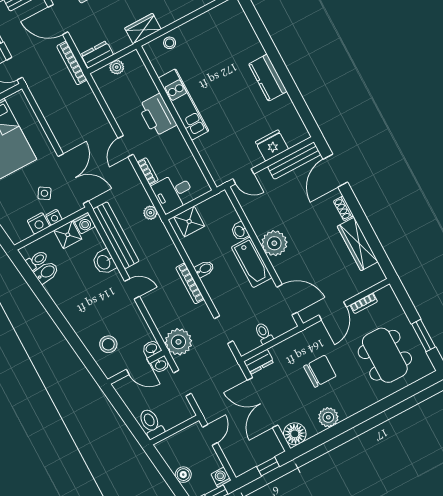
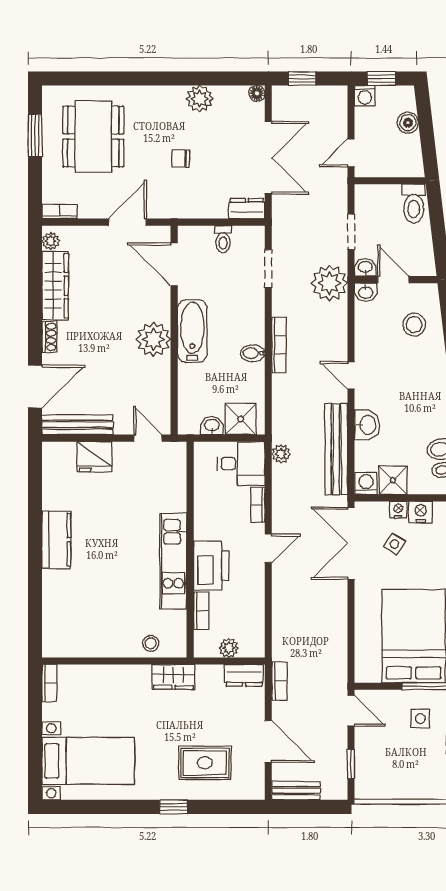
bookcase: (72, 63) -> (279, 681), width x0.64
bookcase: (148, 82) -> (201, 611), added
washbasin: (240, 231) -> (212, 425), moved, turned -90
plant: (376, 272) -> (51, 241), added
bookcase: (364, 303) -> (60, 212), moved
chair: (320, 371) -> (180, 159), width x0.54, depth x0.54
floor lamp: (295, 434) -> (257, 93), width x0.53, depth x0.53

